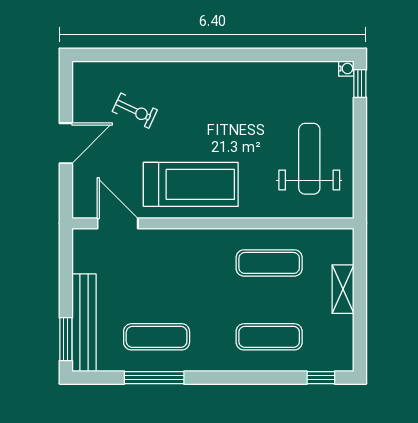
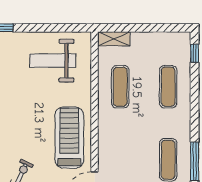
shelving: (343, 289) -> (114, 39), moved

